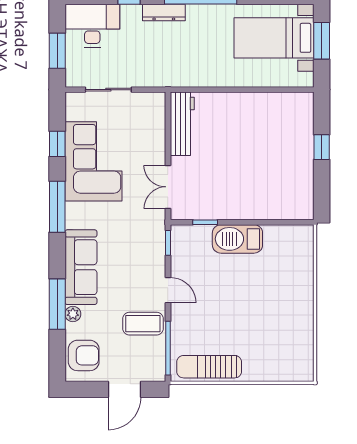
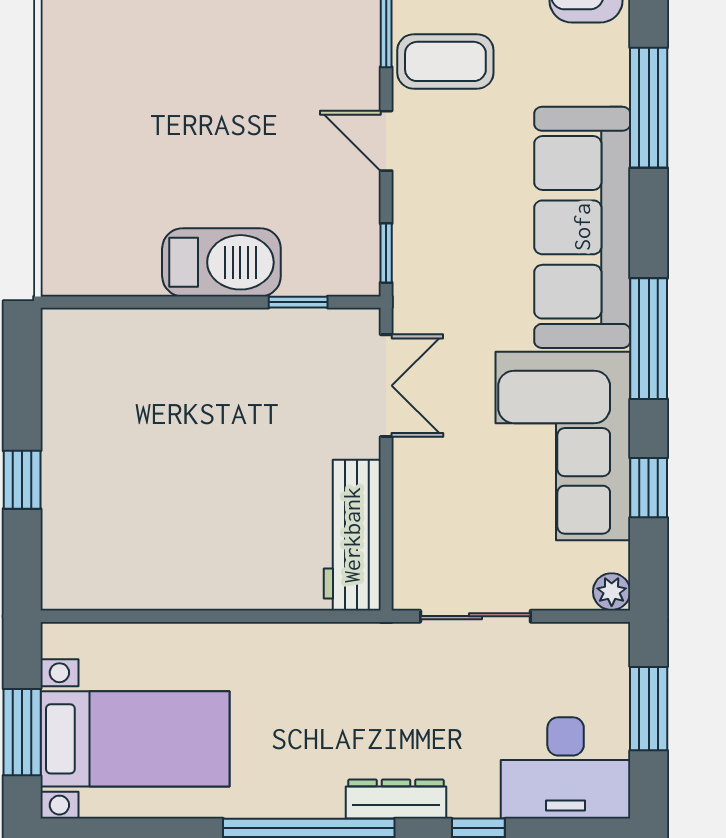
sliding door: (108, 90) -> (475, 616), moved
sofa: (81, 267) -> (582, 227), width x1.36, depth x1.27
plant: (73, 314) -> (612, 592), moved

